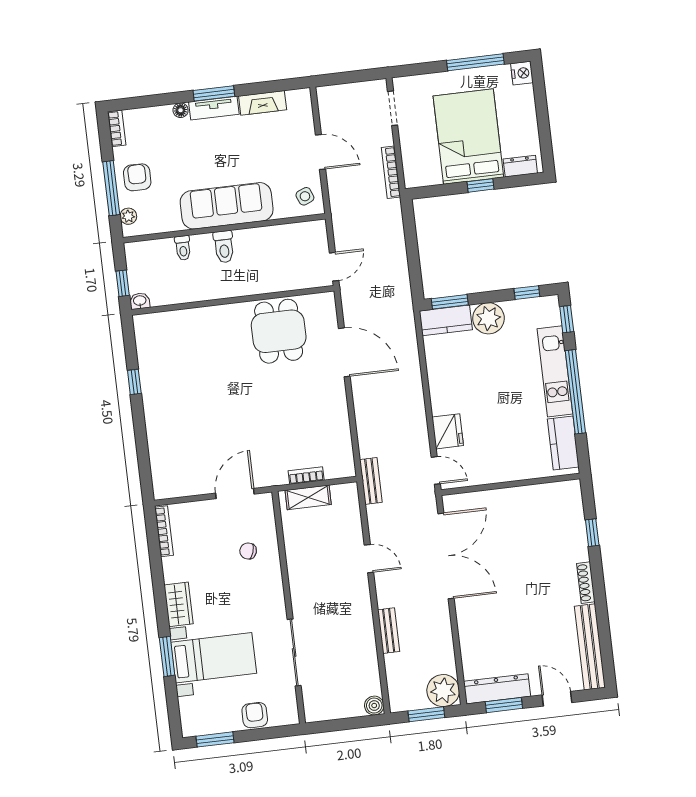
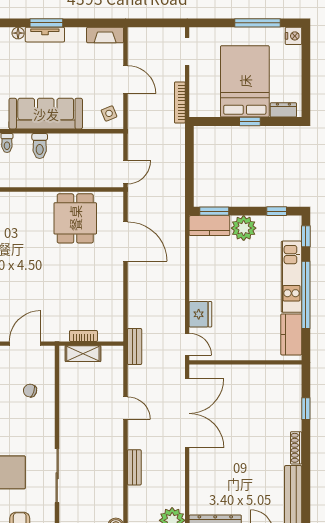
fireplace: (263, 103) -> (105, 35), moved

